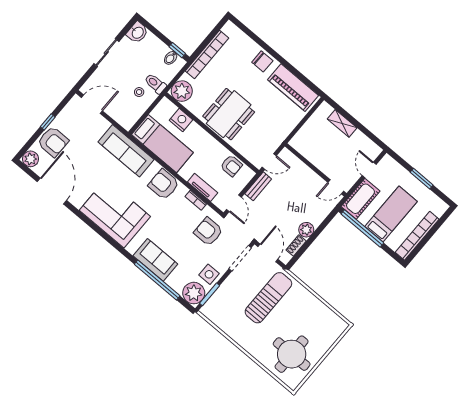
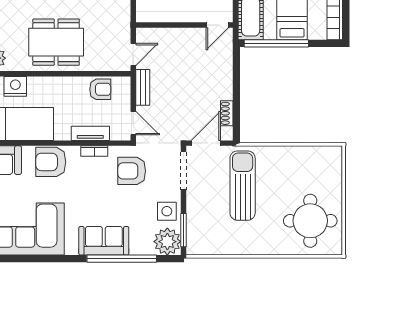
dining table: (229, 114) -> (56, 42), turned 90
plant: (306, 230) -> (224, 90), removed
door: (268, 253) -> (206, 143), hinge flipped

